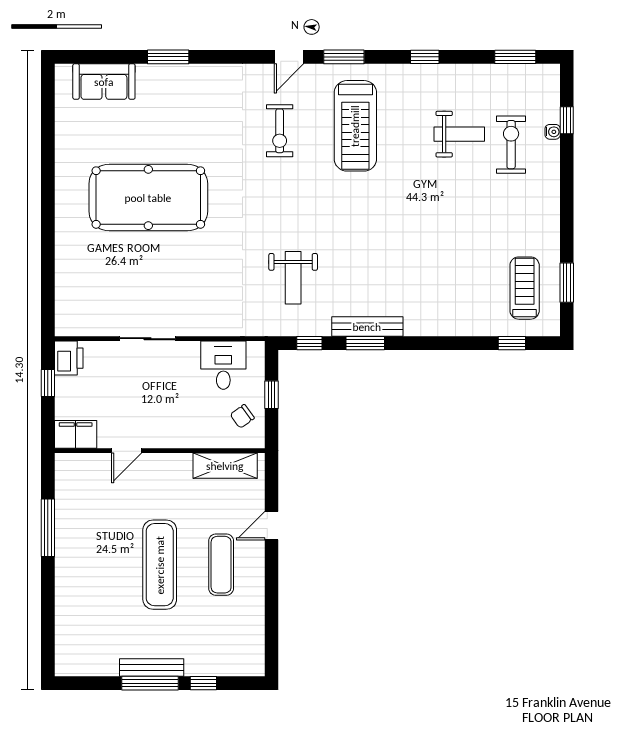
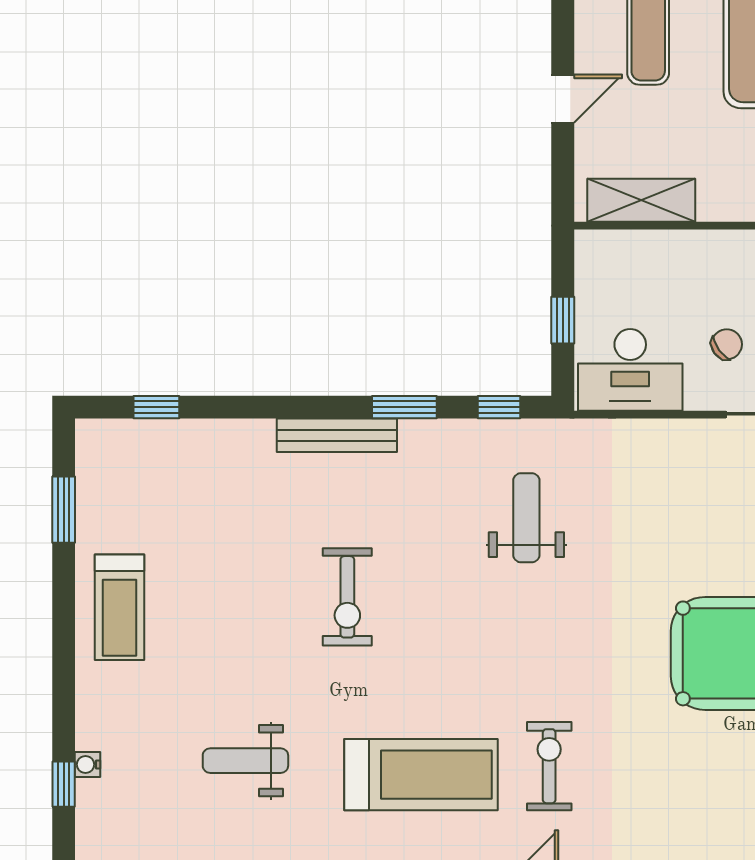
treadmill: (355, 126) -> (421, 775), turned 90
exercise bike: (511, 145) -> (347, 597), moved
treadmill: (525, 288) -> (120, 607), moved
bench: (367, 327) -> (337, 435), moved
desk: (223, 365) -> (630, 370), width x1.37
chair: (242, 416) -> (727, 344), moved

